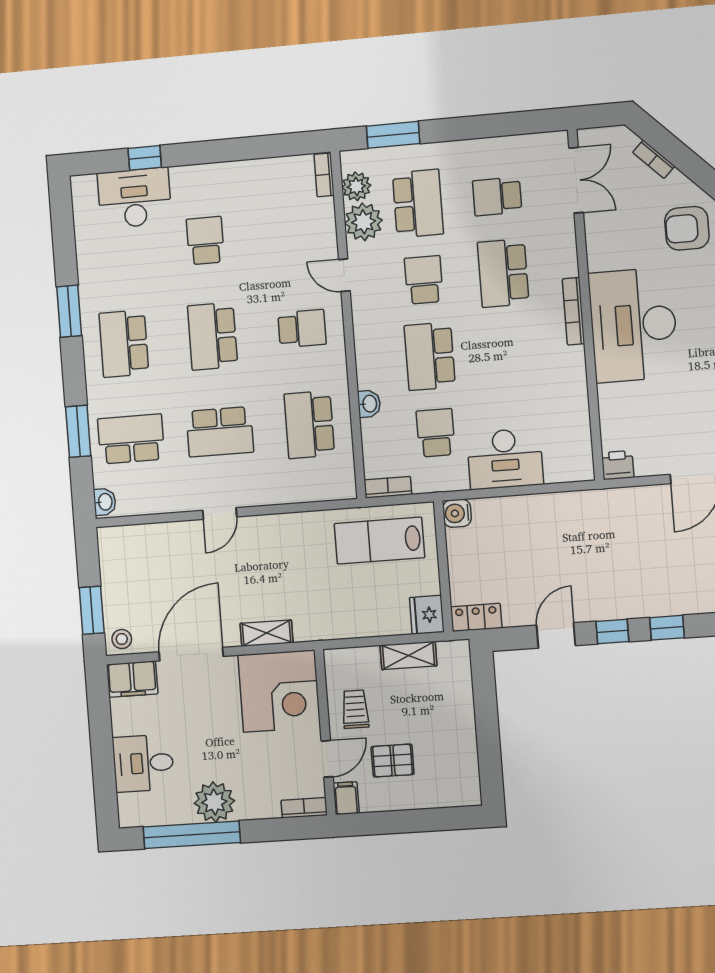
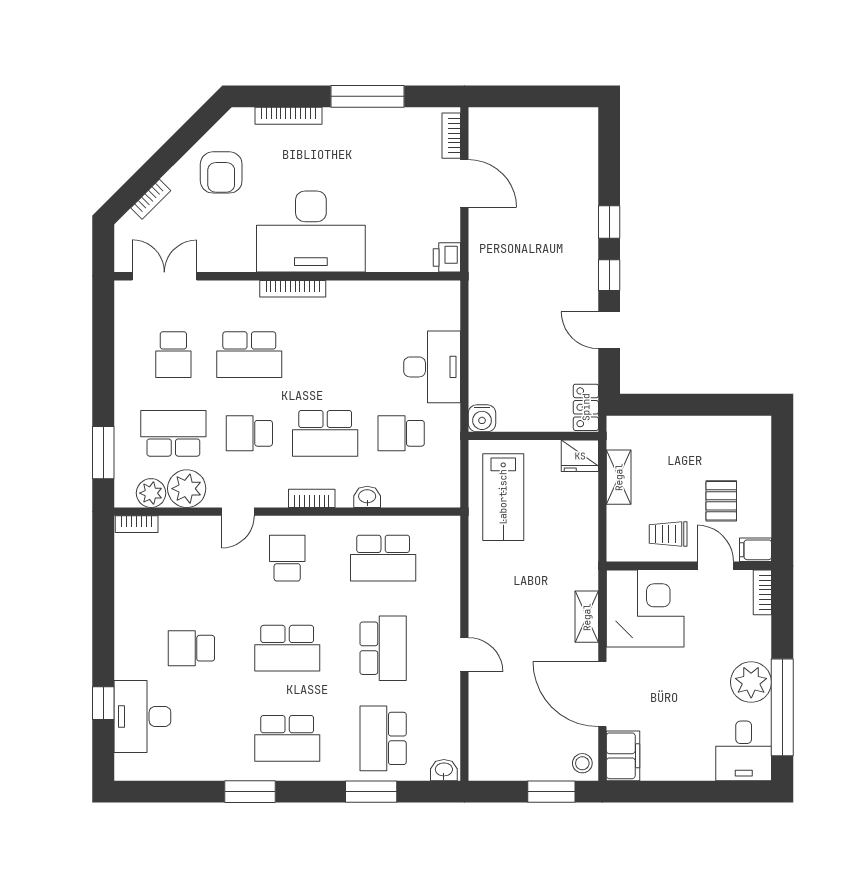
bookcase: (388, 487) -> (312, 498), moved, turned 90
desk: (143, 763) -> (744, 751), moved

